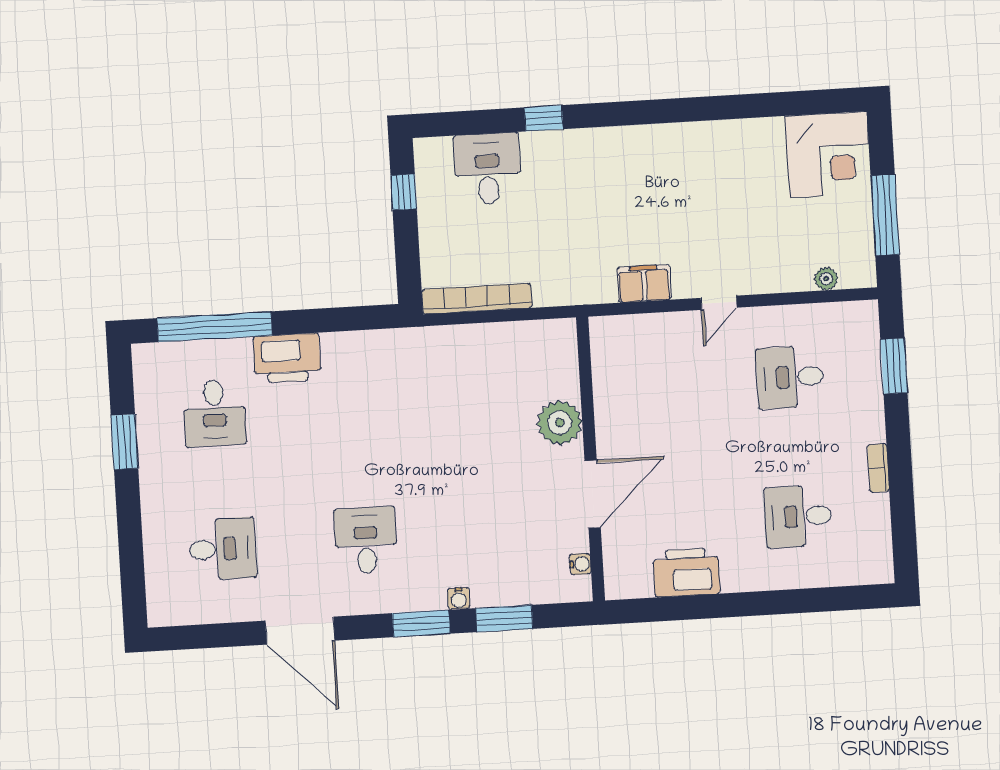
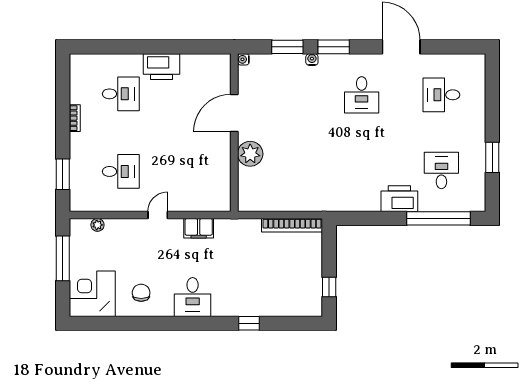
chair: (741, 162) -> (141, 293), added
desk: (488, 169) -> (193, 297), moved
water cooler: (580, 564) -> (243, 59), moved
printer: (686, 572) -> (161, 67), moved

